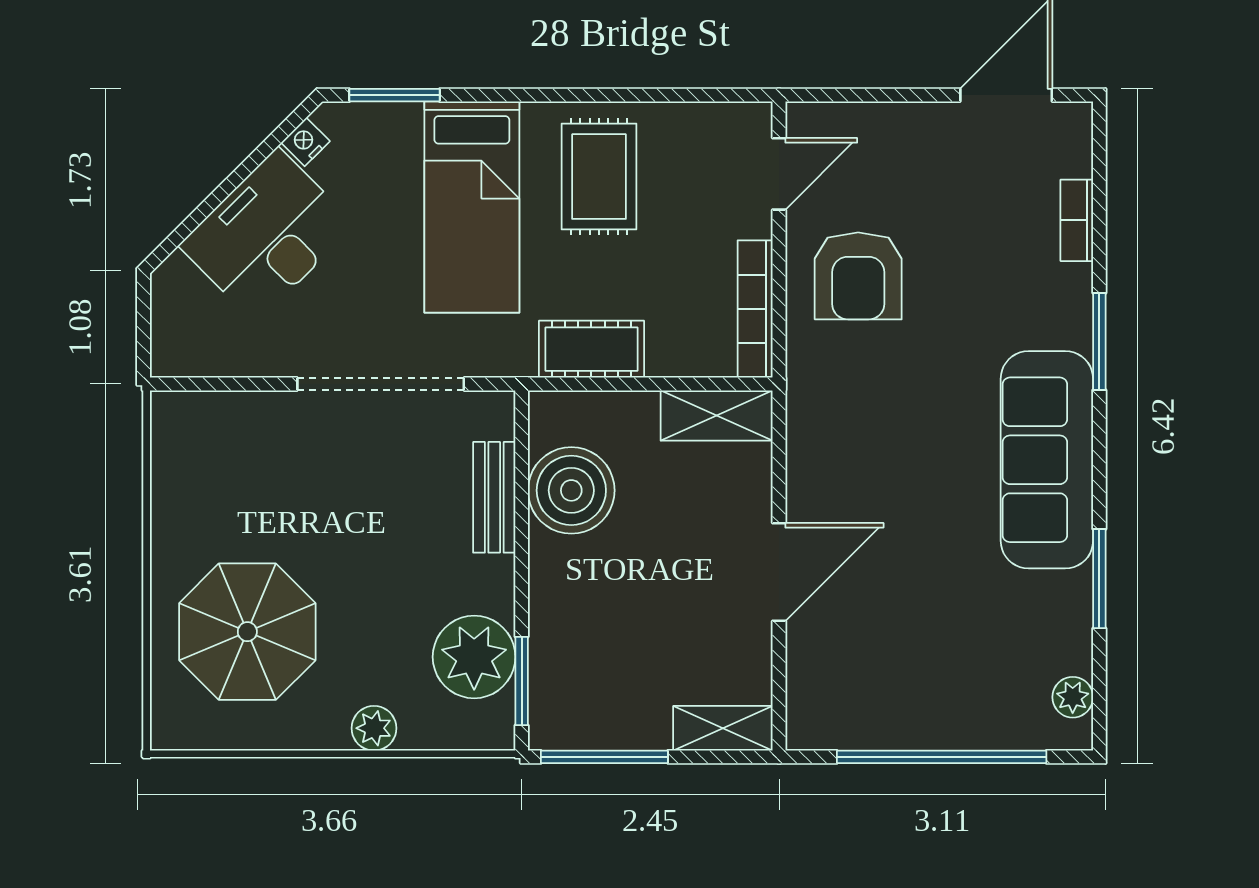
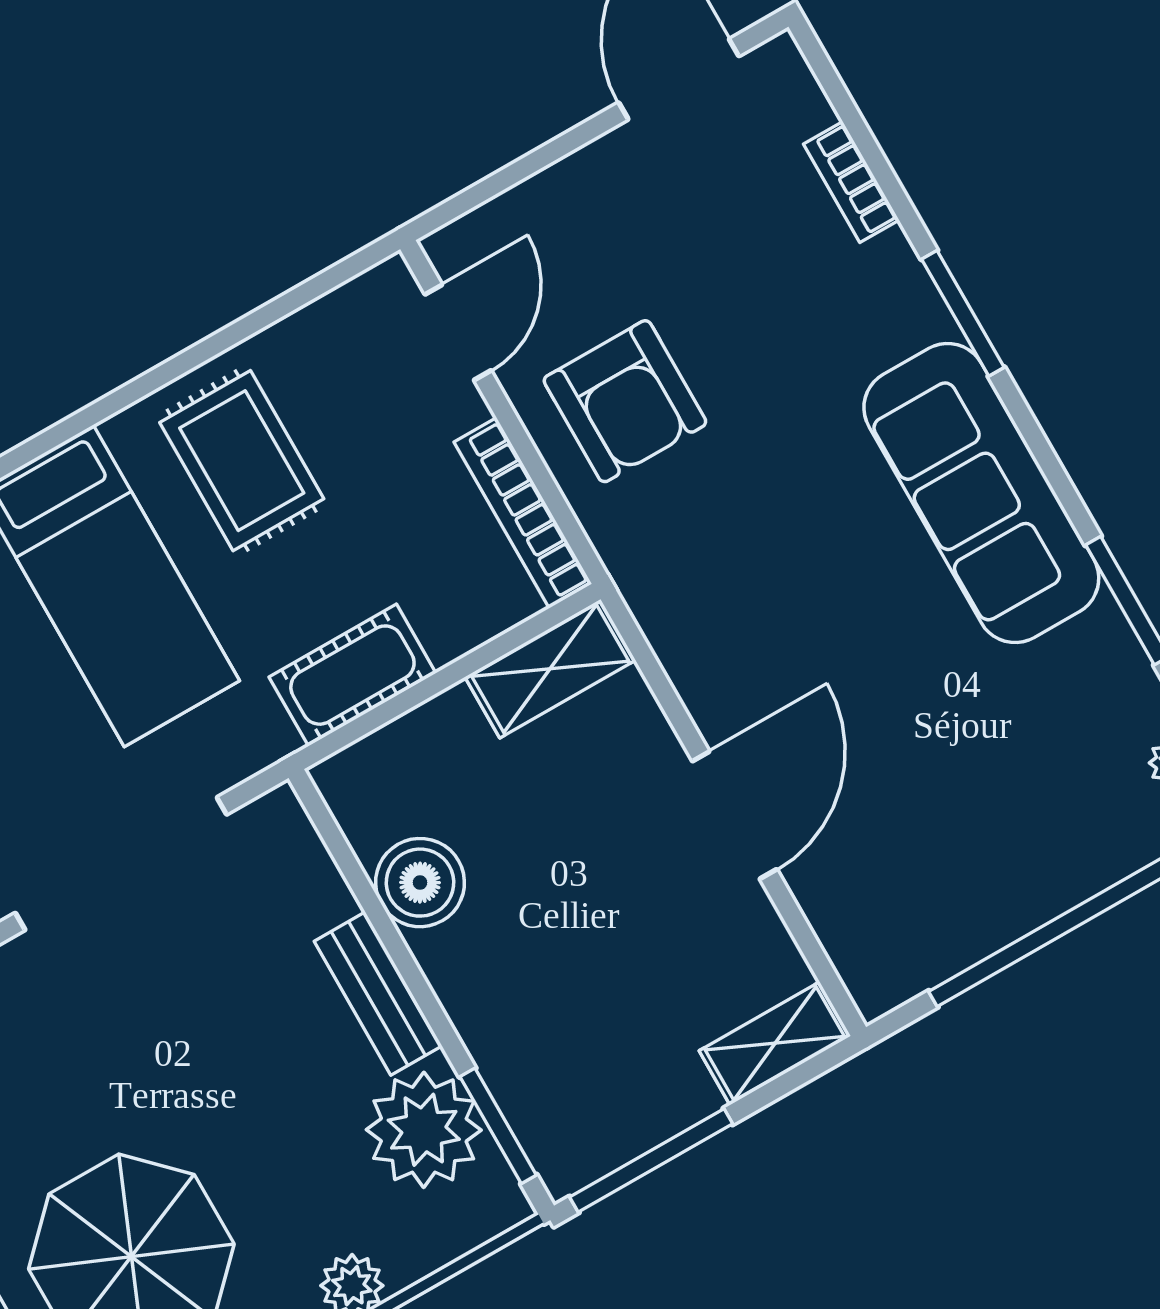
boiler: (571, 490) -> (420, 883), width x0.73, depth x0.73
bench: (494, 497) -> (378, 994), moved

